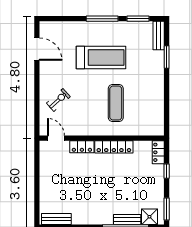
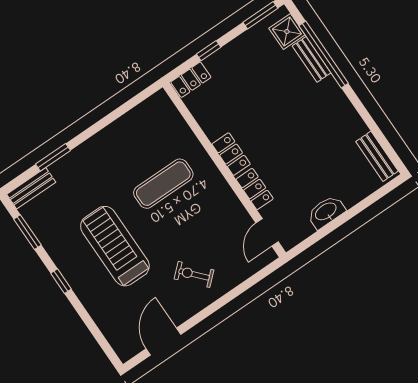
window: (102, 19) -> (61, 281), width x0.46
exercise bike: (58, 100) -> (194, 274), moved
locker: (114, 147) -> (231, 154), width x0.66
washbasin: (46, 175) -> (326, 212), added

